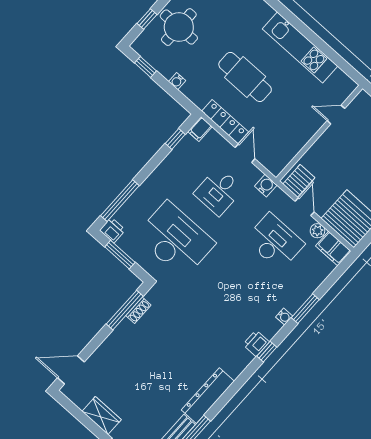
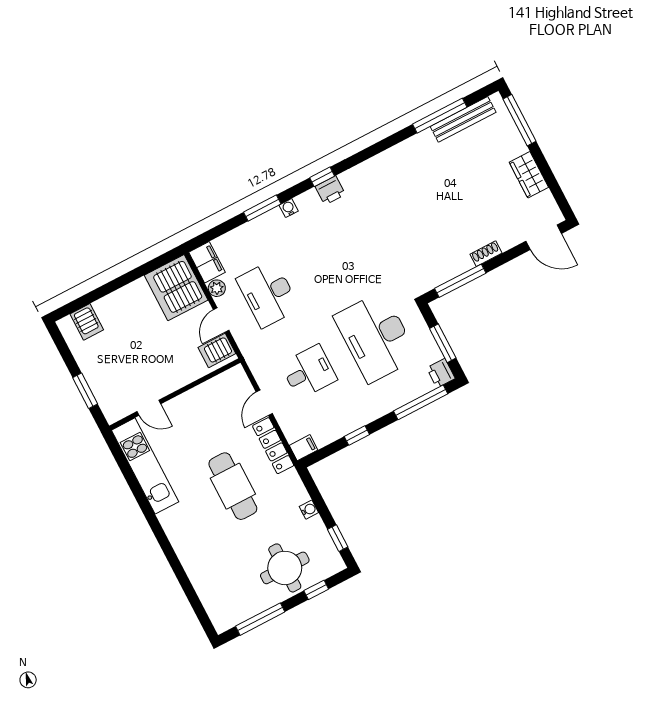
kitchen unit: (300, 47) -> (145, 466), moved
window: (175, 139) -> (357, 436), moved
water cooler: (266, 186) -> (255, 359), removed
shoe rack: (138, 310) -> (486, 254), moved
dresser: (208, 396) -> (405, 153), removed

